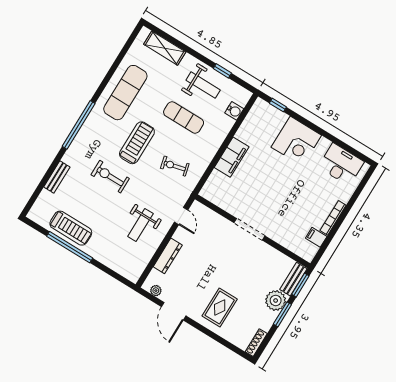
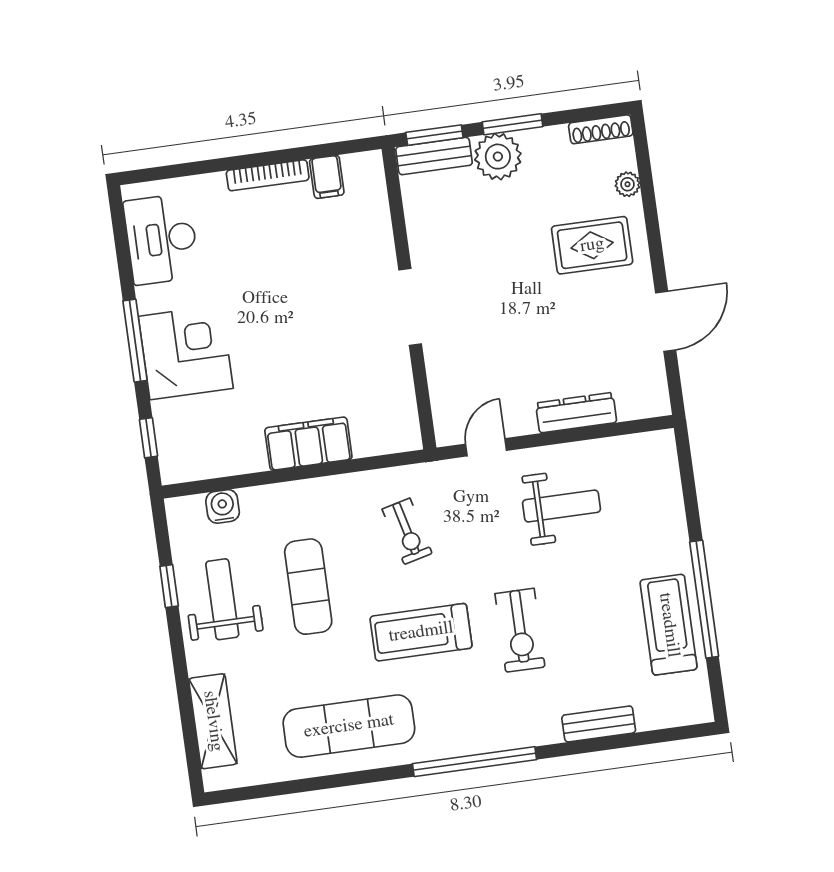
window: (314, 127) -> (135, 341), added
plant: (156, 291) -> (627, 184), moved

